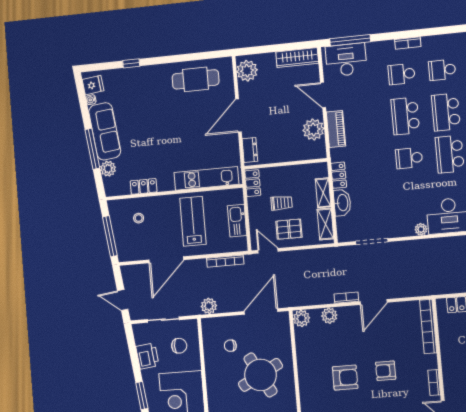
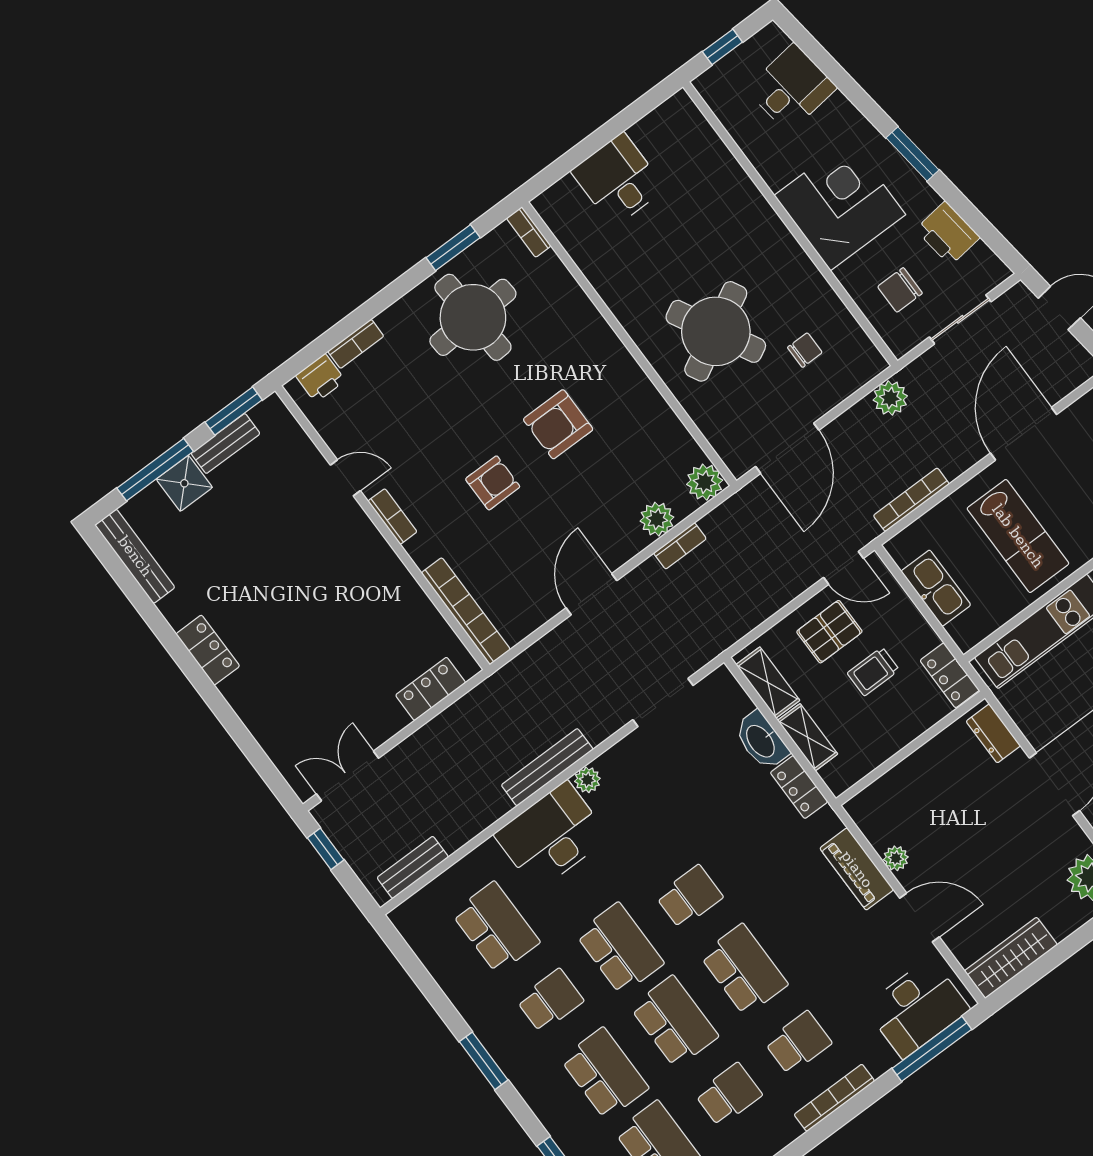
bookcase: (408, 43) -> (834, 1098), width x1.56
plant: (313, 130) -> (896, 858), width x0.53, depth x0.53
bench: (434, 244) -> (547, 767), added
bookcase: (346, 298) -> (680, 546), moved

